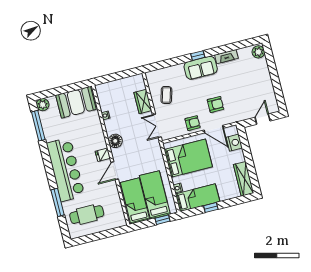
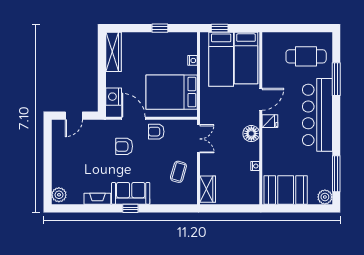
wardrobe: (143, 101) -> (208, 189), moved
bed: (197, 198) -> (172, 43), removed

